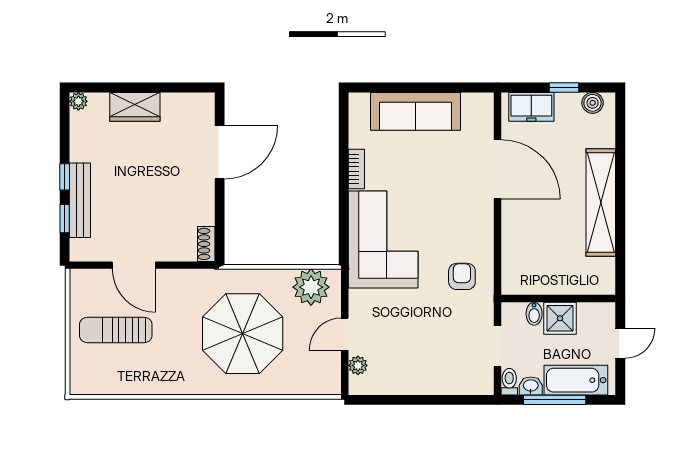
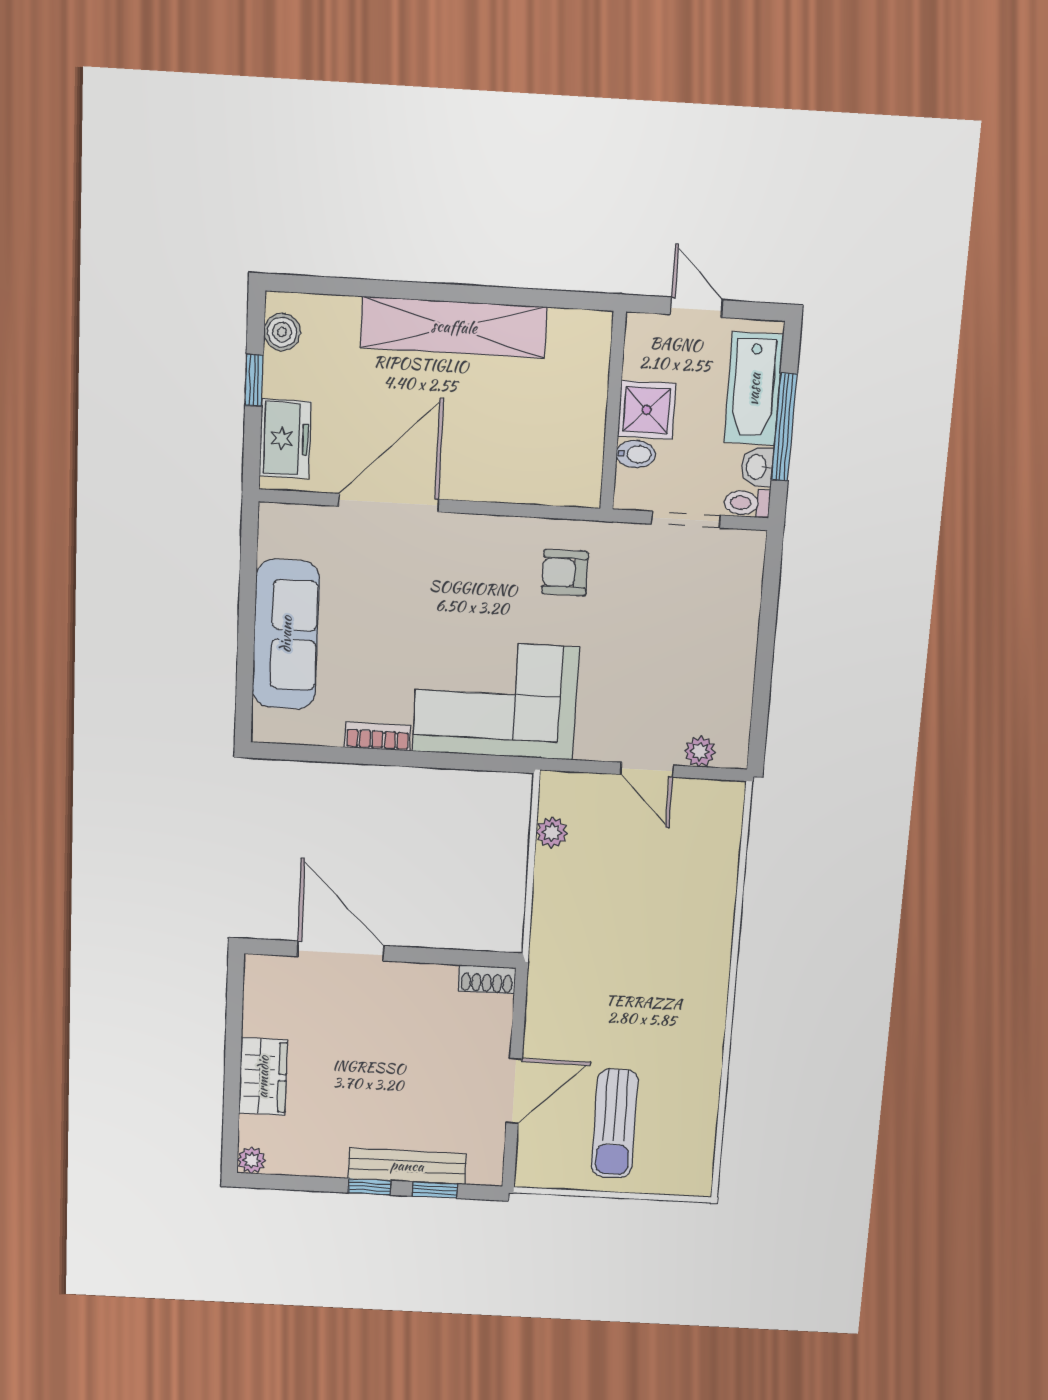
plant: (311, 287) -> (552, 832), width x0.53, depth x0.53
parasol: (243, 334) -> (634, 931), removed

